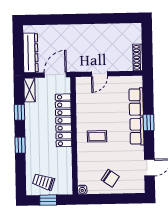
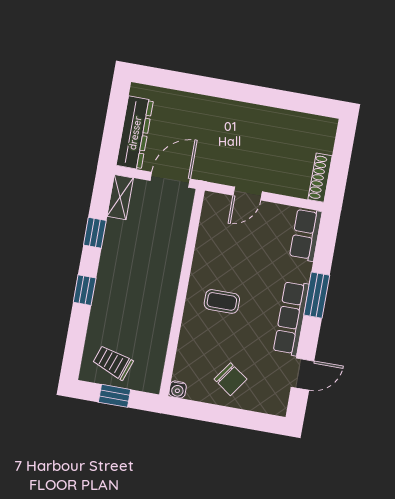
row of seats: (136, 102) -> (306, 235), moved
locker: (64, 120) -> (169, 262), removed
window: (149, 122) -> (317, 295), width x1.50
row of seats: (137, 131) -> (291, 318), width x1.48

